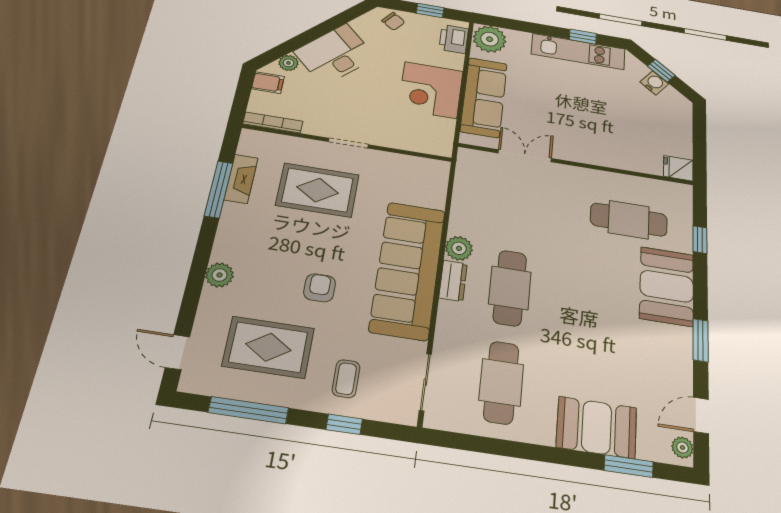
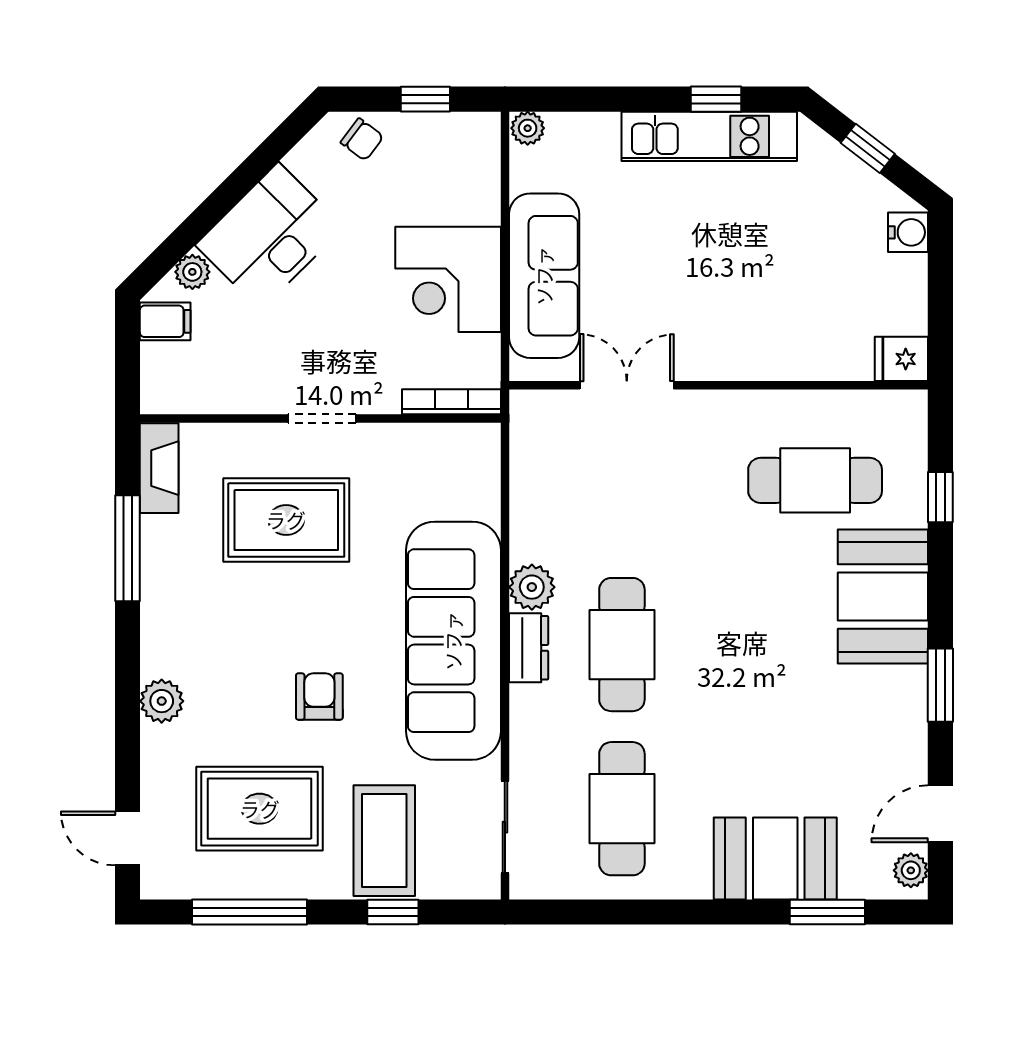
printer: (454, 39) -> (476, 156), removed
plant: (490, 39) -> (528, 128), width x0.53, depth x0.53
water cooler: (654, 83) -> (908, 232), moved, turned 52
bookcase: (273, 123) -> (452, 402), moved
fireplace: (241, 179) -> (159, 468), moved
coffee table: (346, 379) -> (384, 841), width x1.86, depth x1.72

